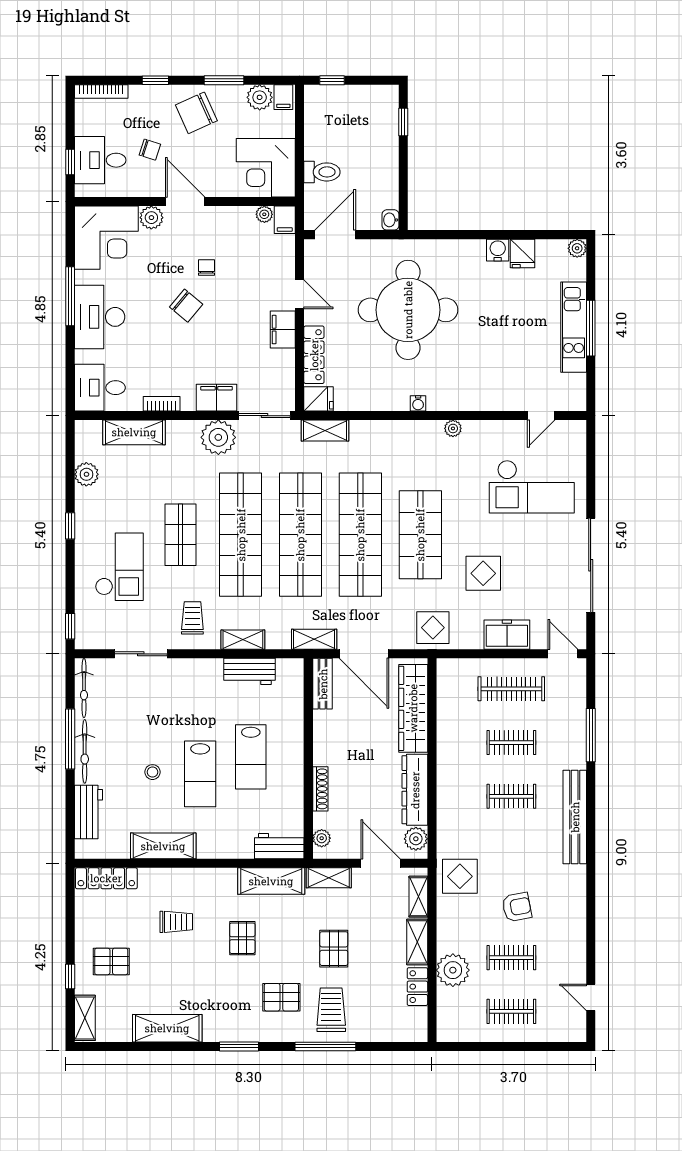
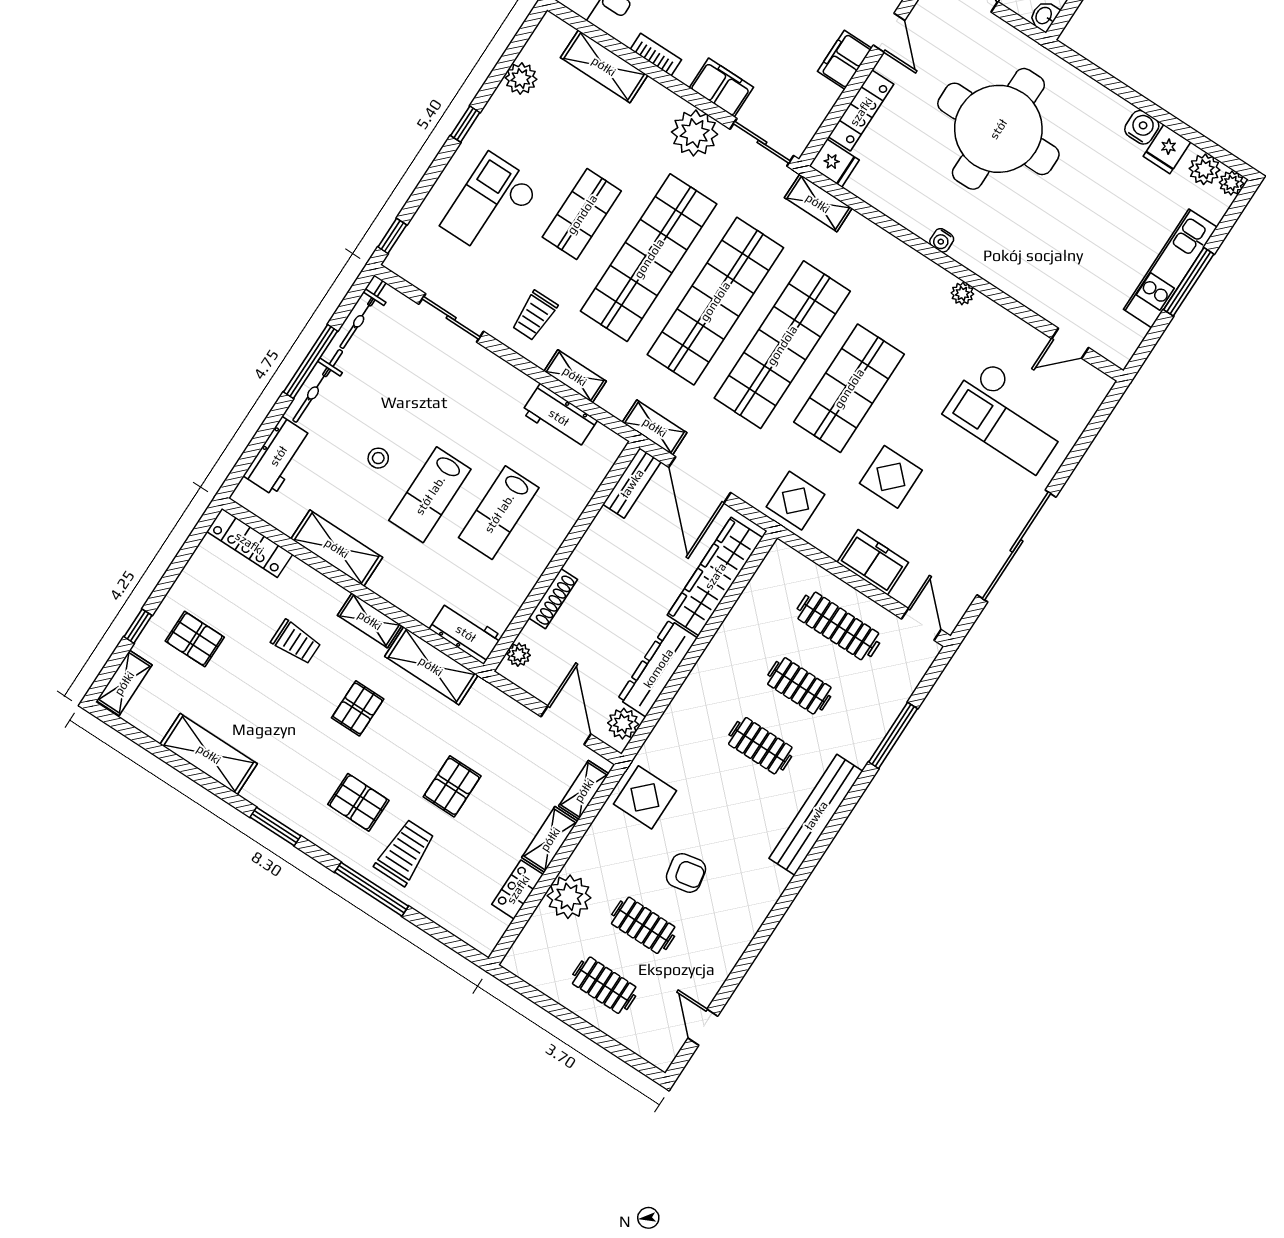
plant: (554, 251) -> (1205, 169), added
checkout: (119, 567) -> (490, 205), turned 180
trolley: (192, 618) -> (535, 316), turned 180
shelving: (329, 878) -> (370, 620), moved

